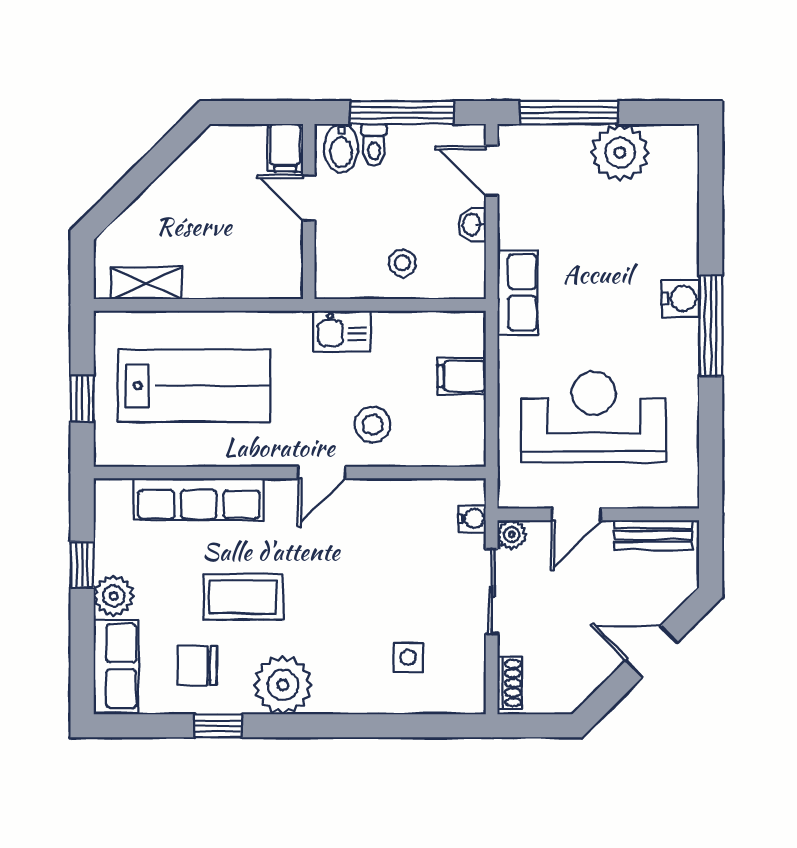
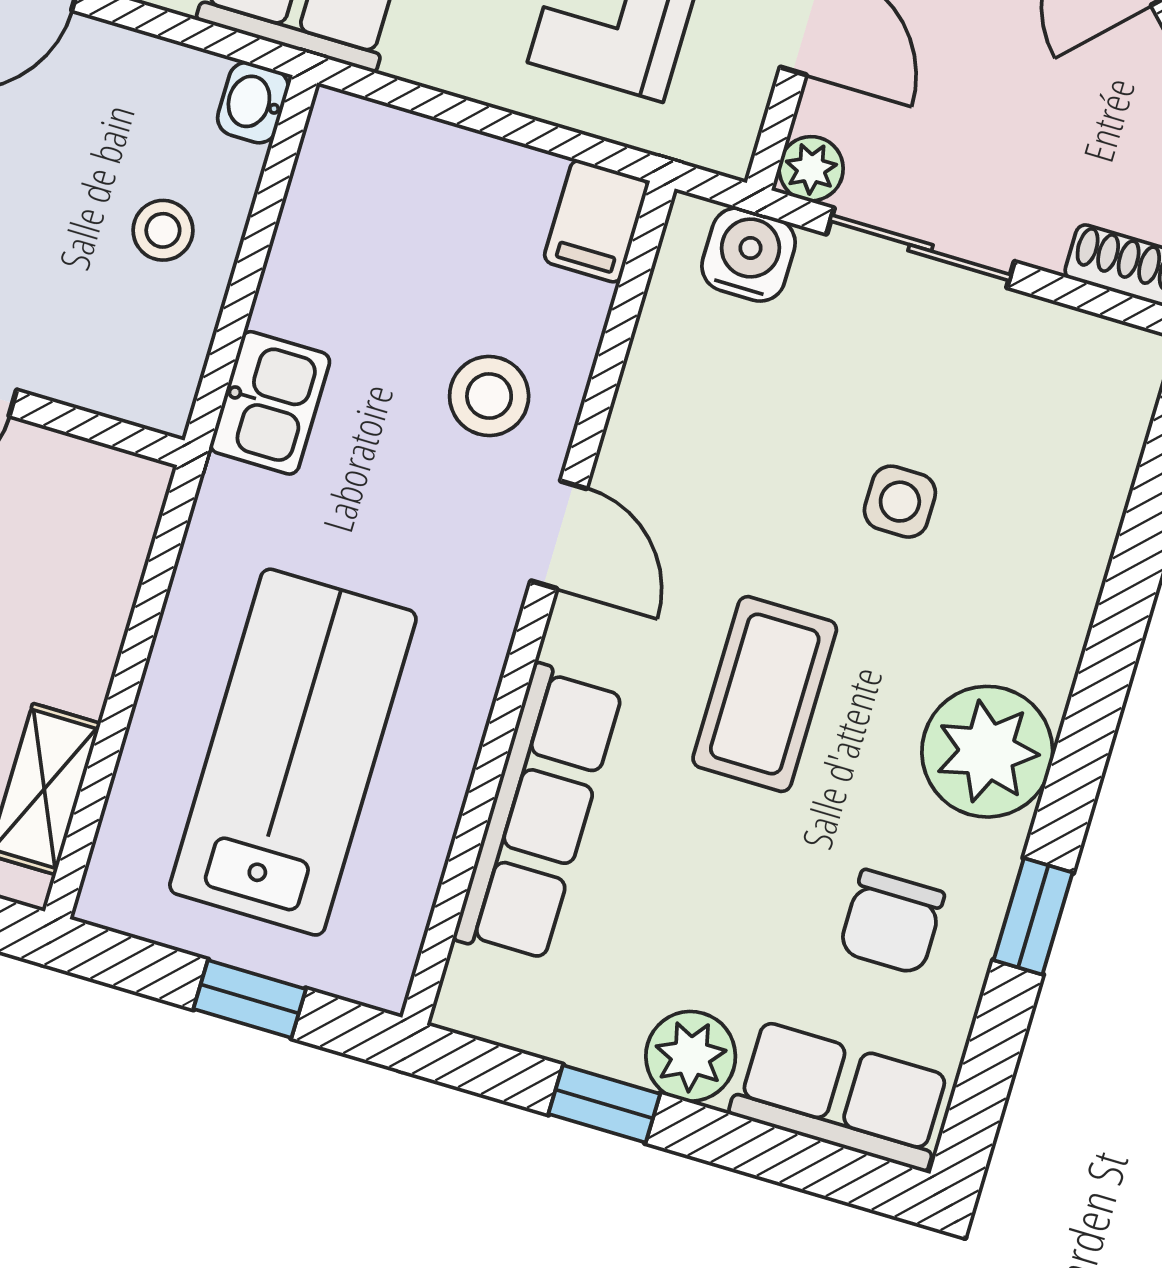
washbasin: (472, 224) -> (253, 103), moved, turned 90
filing cabinet: (462, 376) -> (596, 221), moved
water cooler: (472, 519) -> (749, 254), width x1.38, depth x1.38
coffee table: (243, 597) -> (765, 694), moved
side table: (408, 657) -> (900, 502), moved

